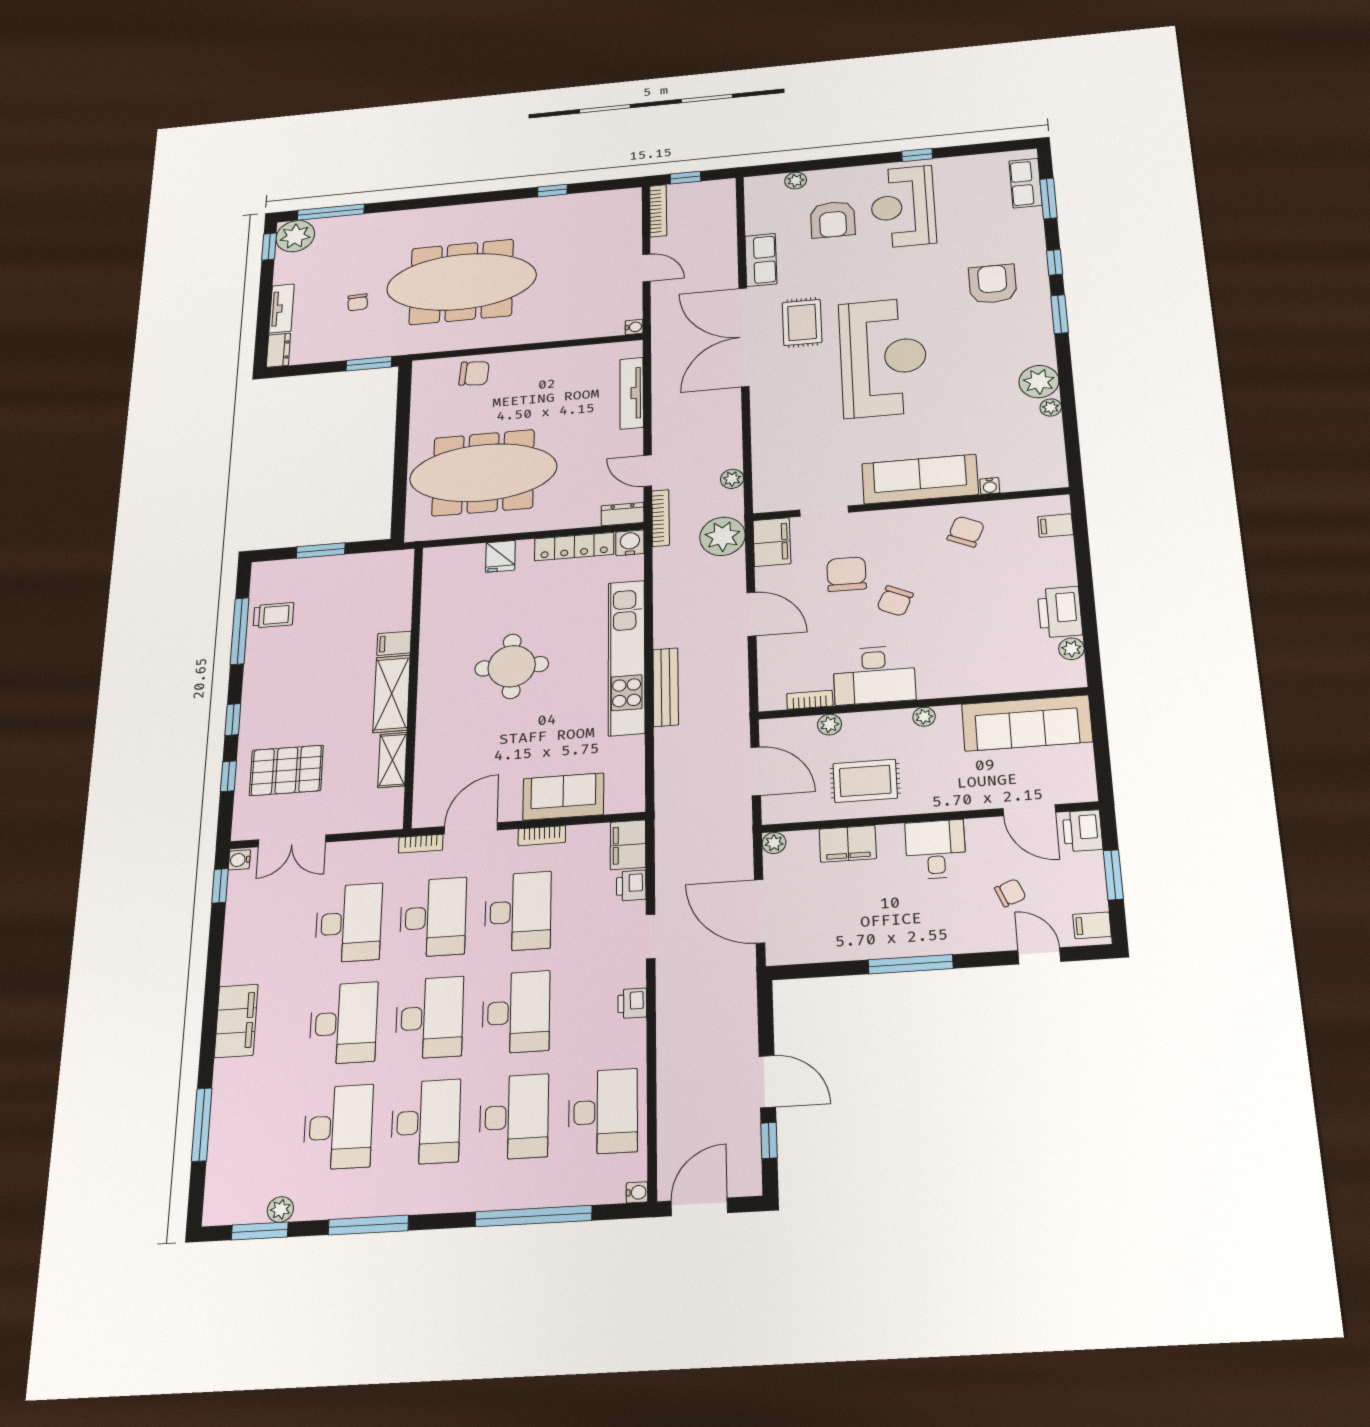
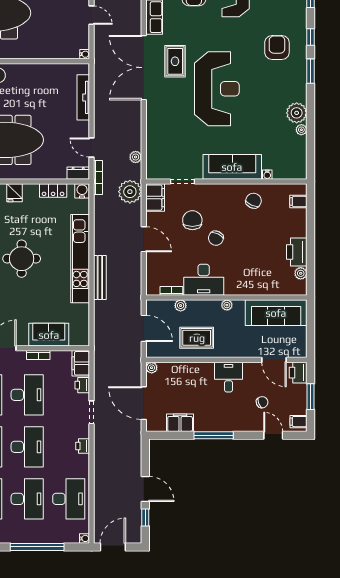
locker: (574, 547) -> (53, 190), width x0.66
filing cabinet: (848, 844) -> (180, 423), moved, turned 180

